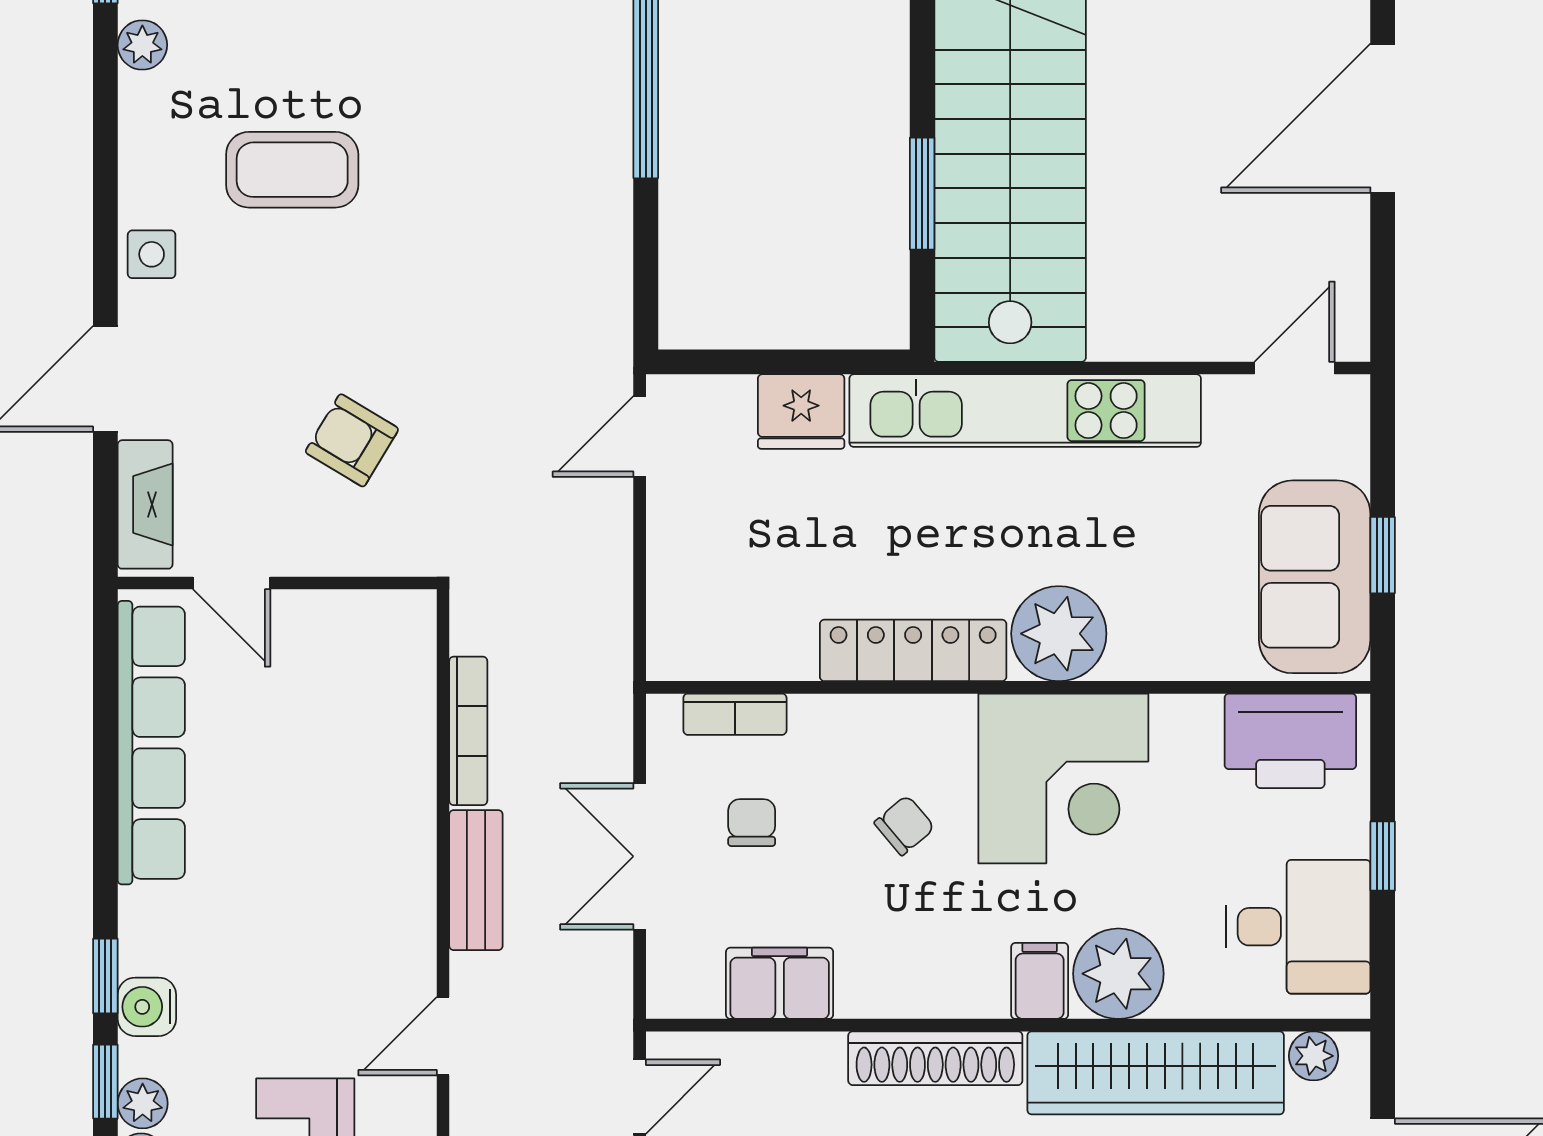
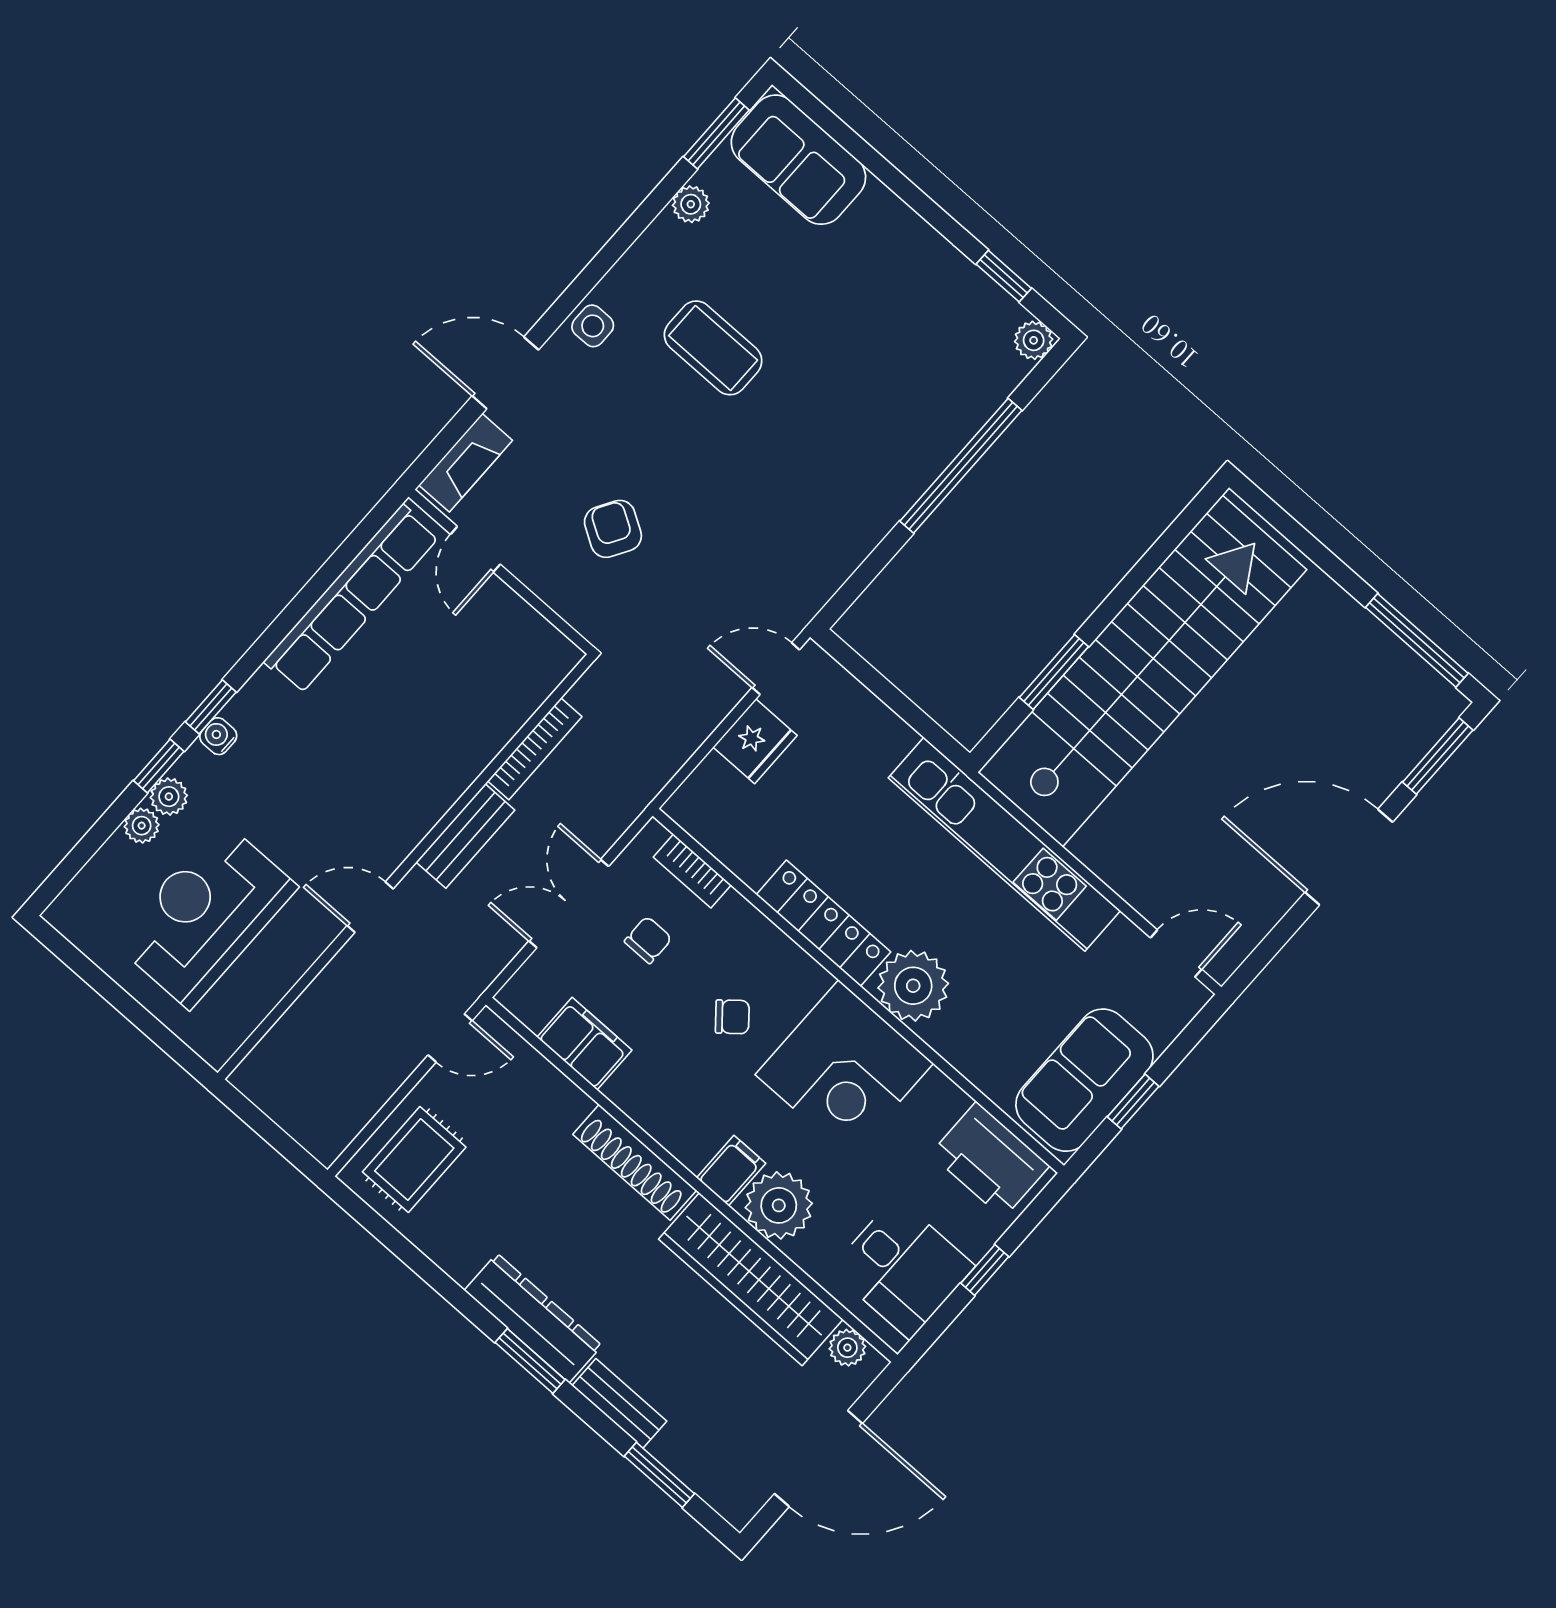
fridge: (801, 411) -> (755, 741), moved, turned -90
water cooler: (147, 1007) -> (218, 736), width x0.72, depth x0.72

